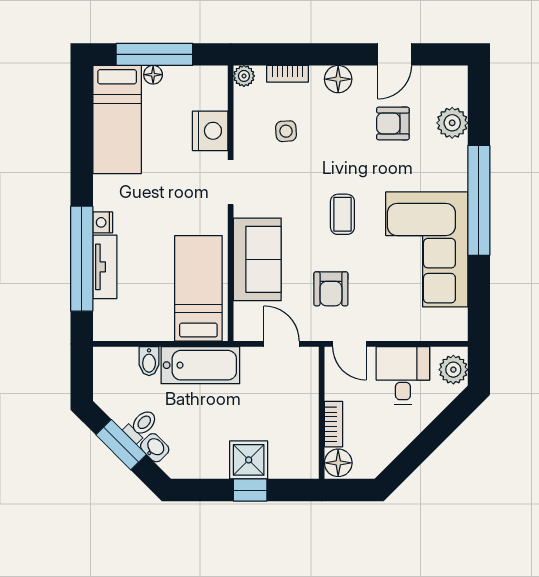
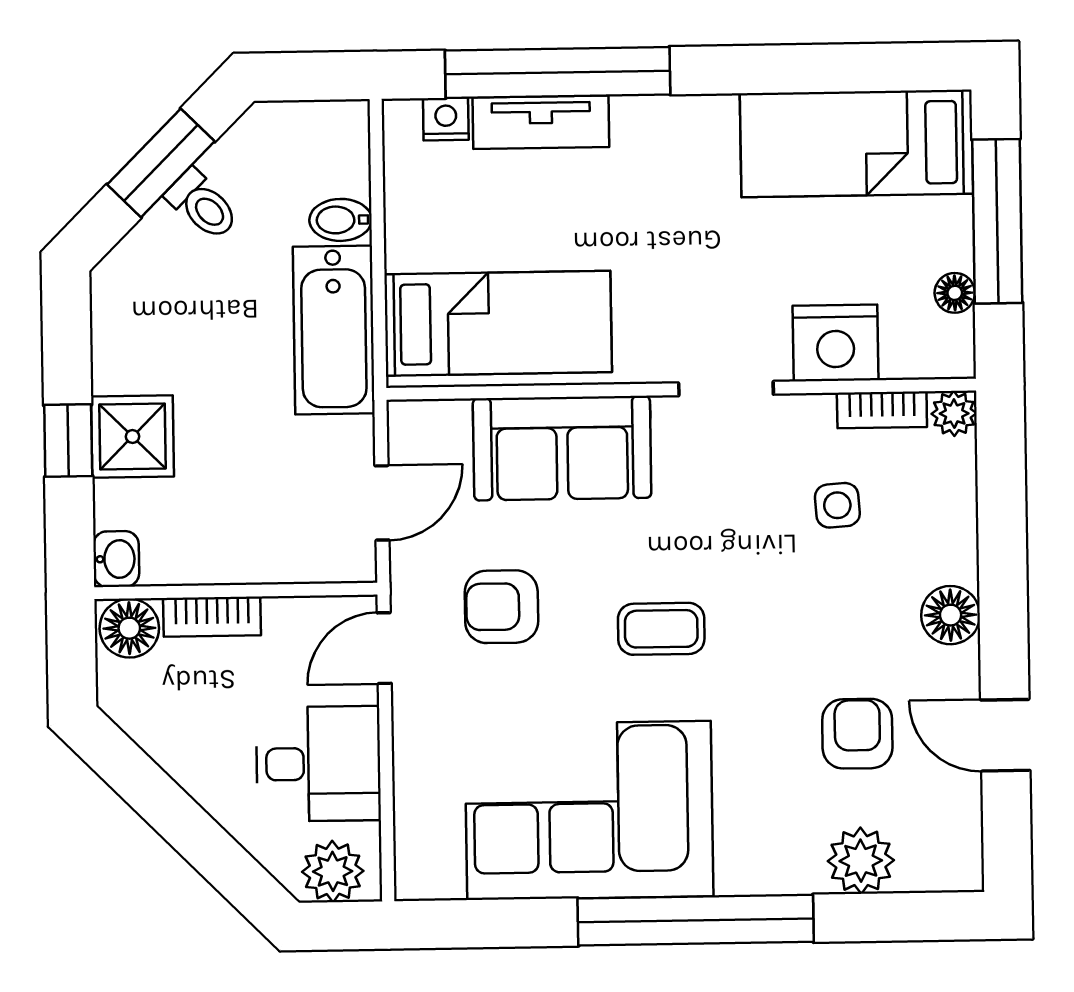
bookcase: (288, 74) -> (882, 410), moved, turned -90
floor lamp: (153, 75) -> (955, 293), moved
nightstand: (103, 222) -> (446, 119), moved
washbasin: (155, 448) -> (116, 559), moved, turned -45

